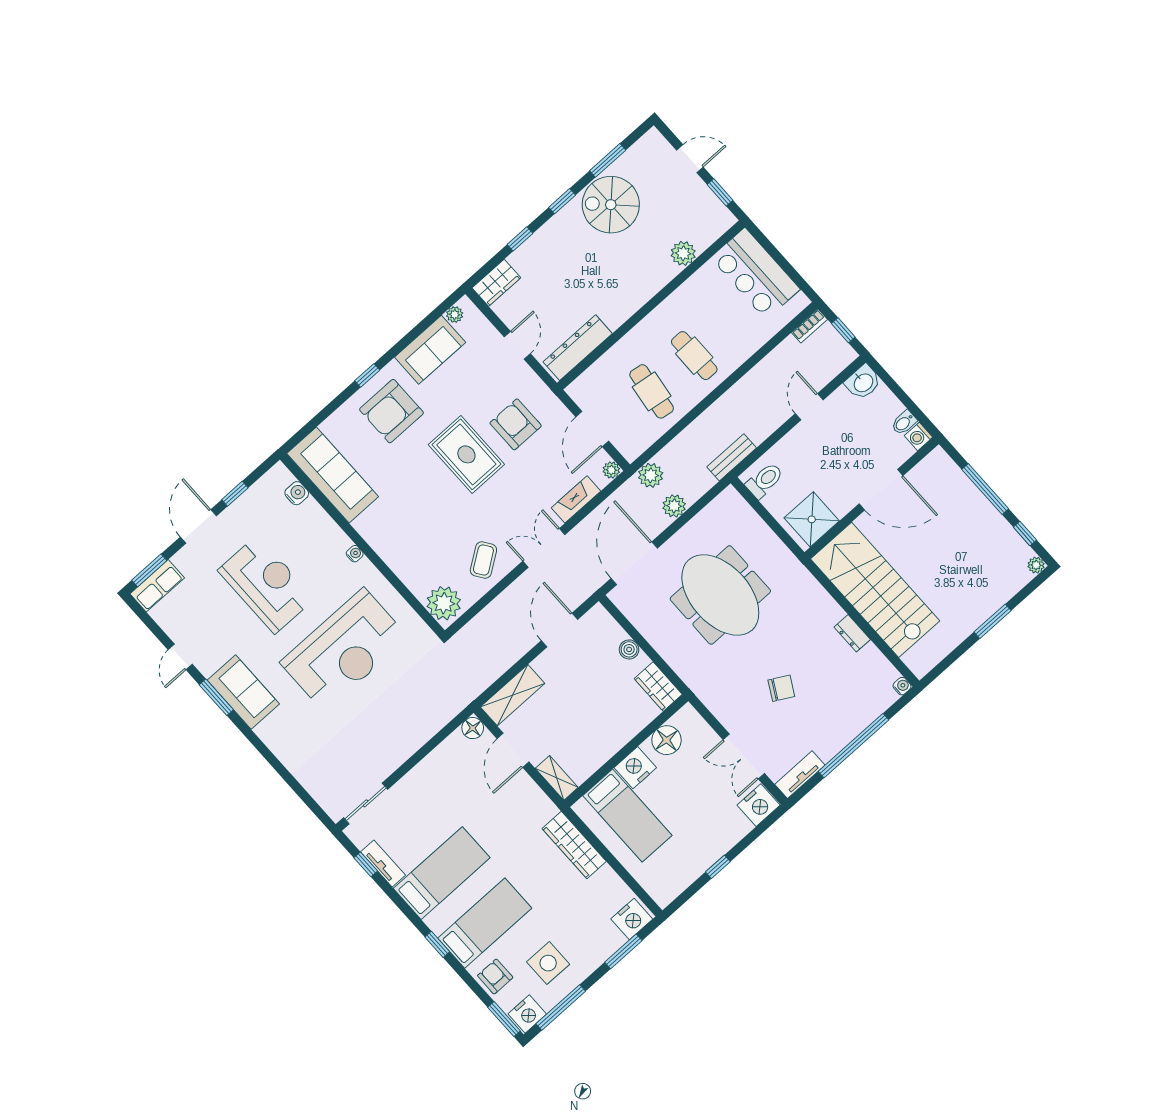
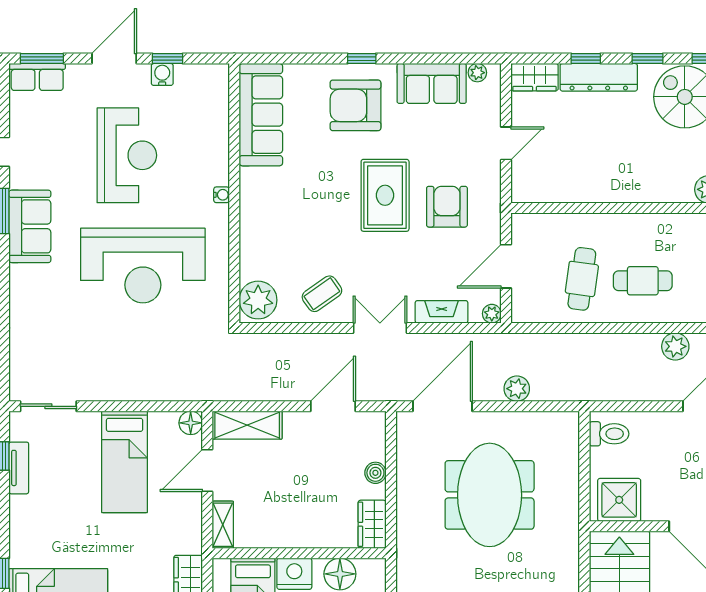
dresser: (578, 348) -> (599, 77), moved, turned 180
cafe table: (694, 356) -> (643, 281), turned 90
bench: (732, 457) -> (599, 391), removed
plant: (651, 475) -> (675, 346), moved
water cooler: (297, 493) -> (162, 74), moved, turned -90
bed: (442, 873) -> (125, 462), moved, turned 90

